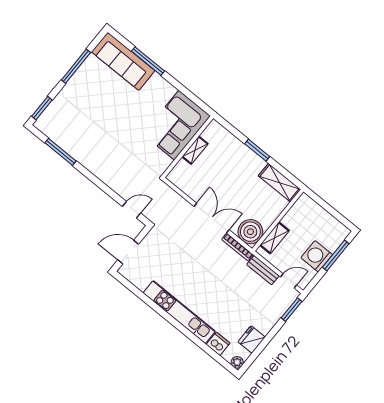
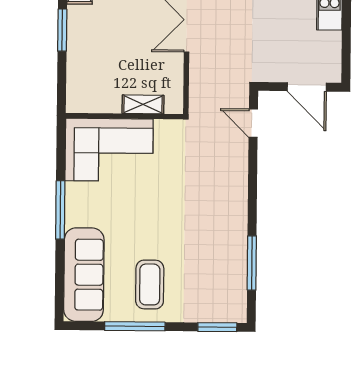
window: (148, 61) -> (60, 210), moved
coffee table: (91, 91) -> (150, 284), added
shelving: (195, 150) -> (143, 104), moved

